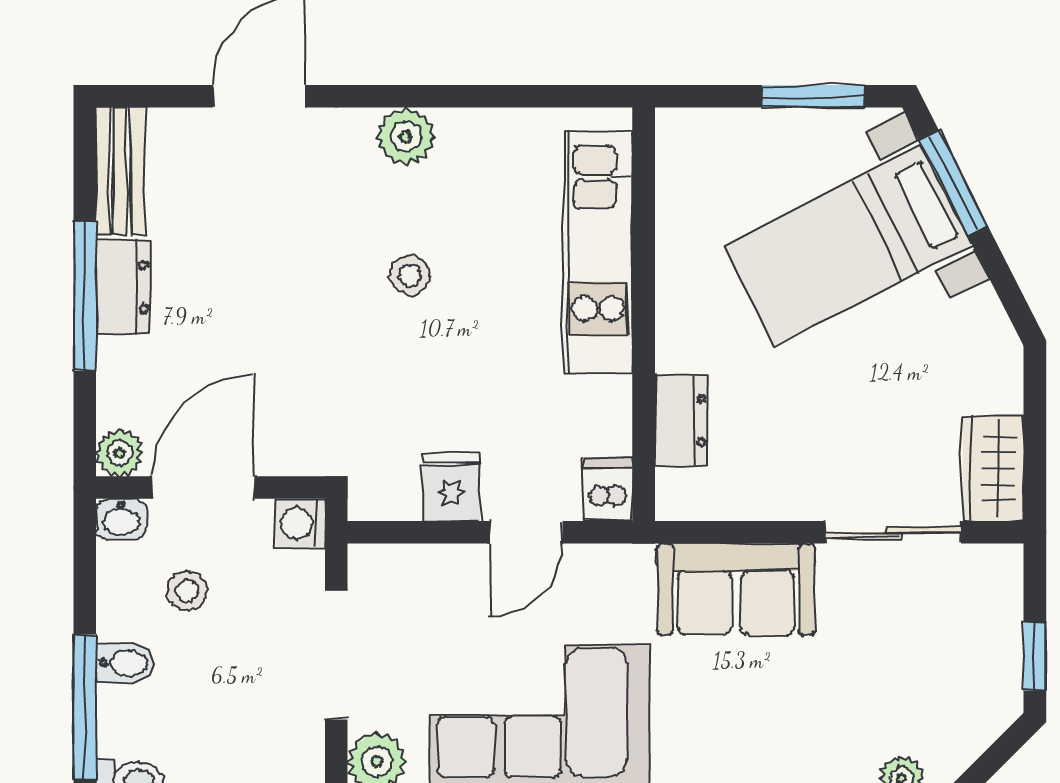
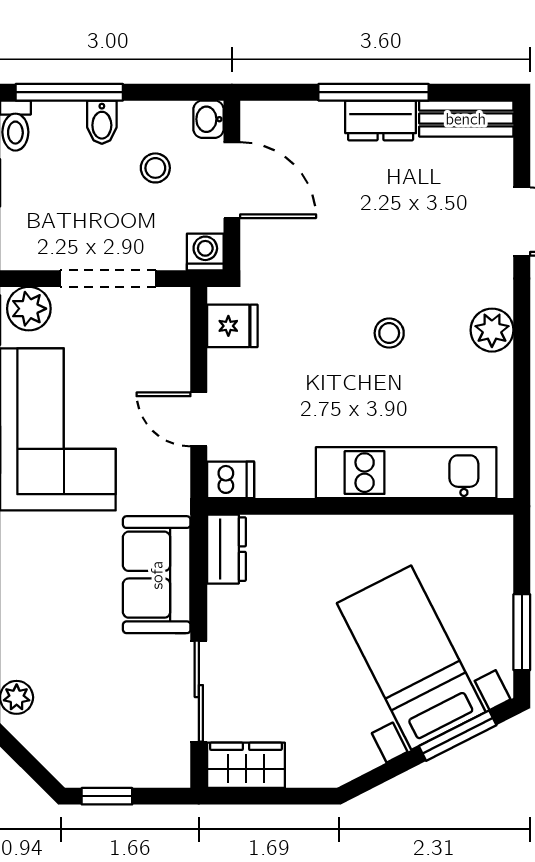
dresser: (681, 421) -> (226, 549), moved, turned -90
plant: (119, 453) -> (258, 118), removed
fridge: (451, 487) -> (232, 326), moved

